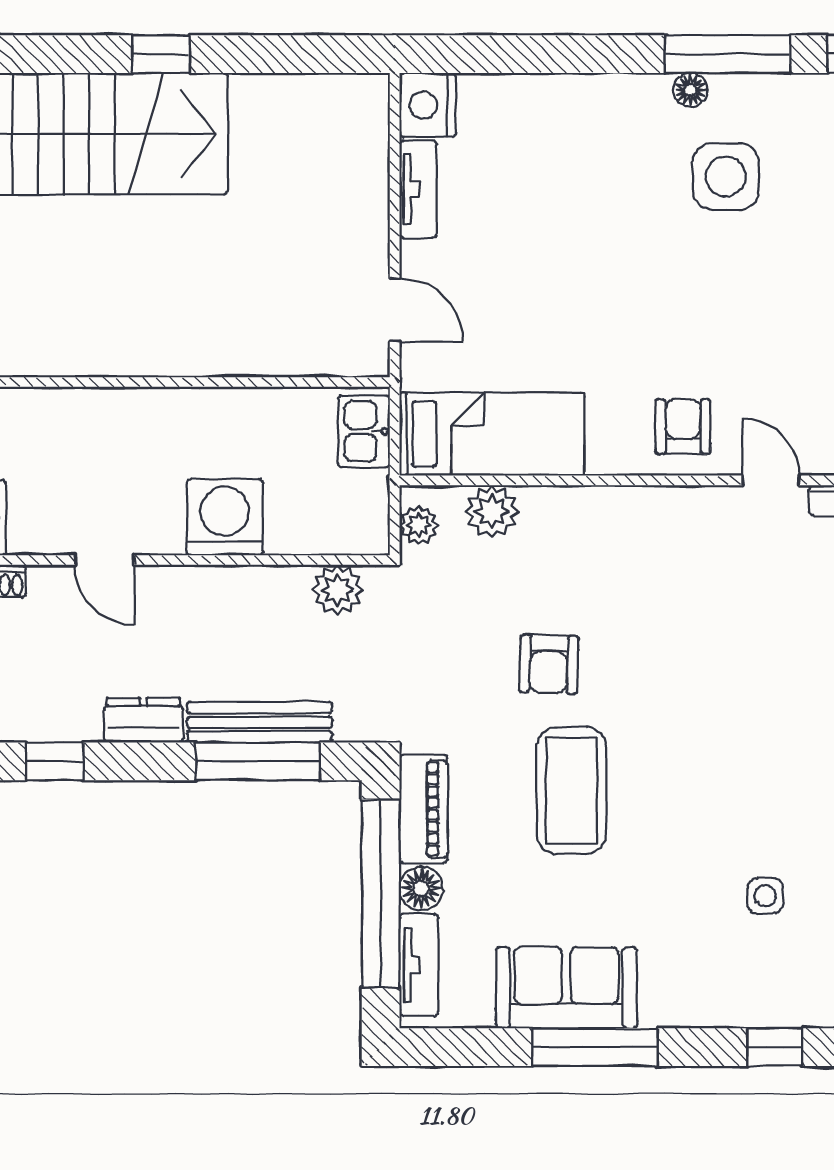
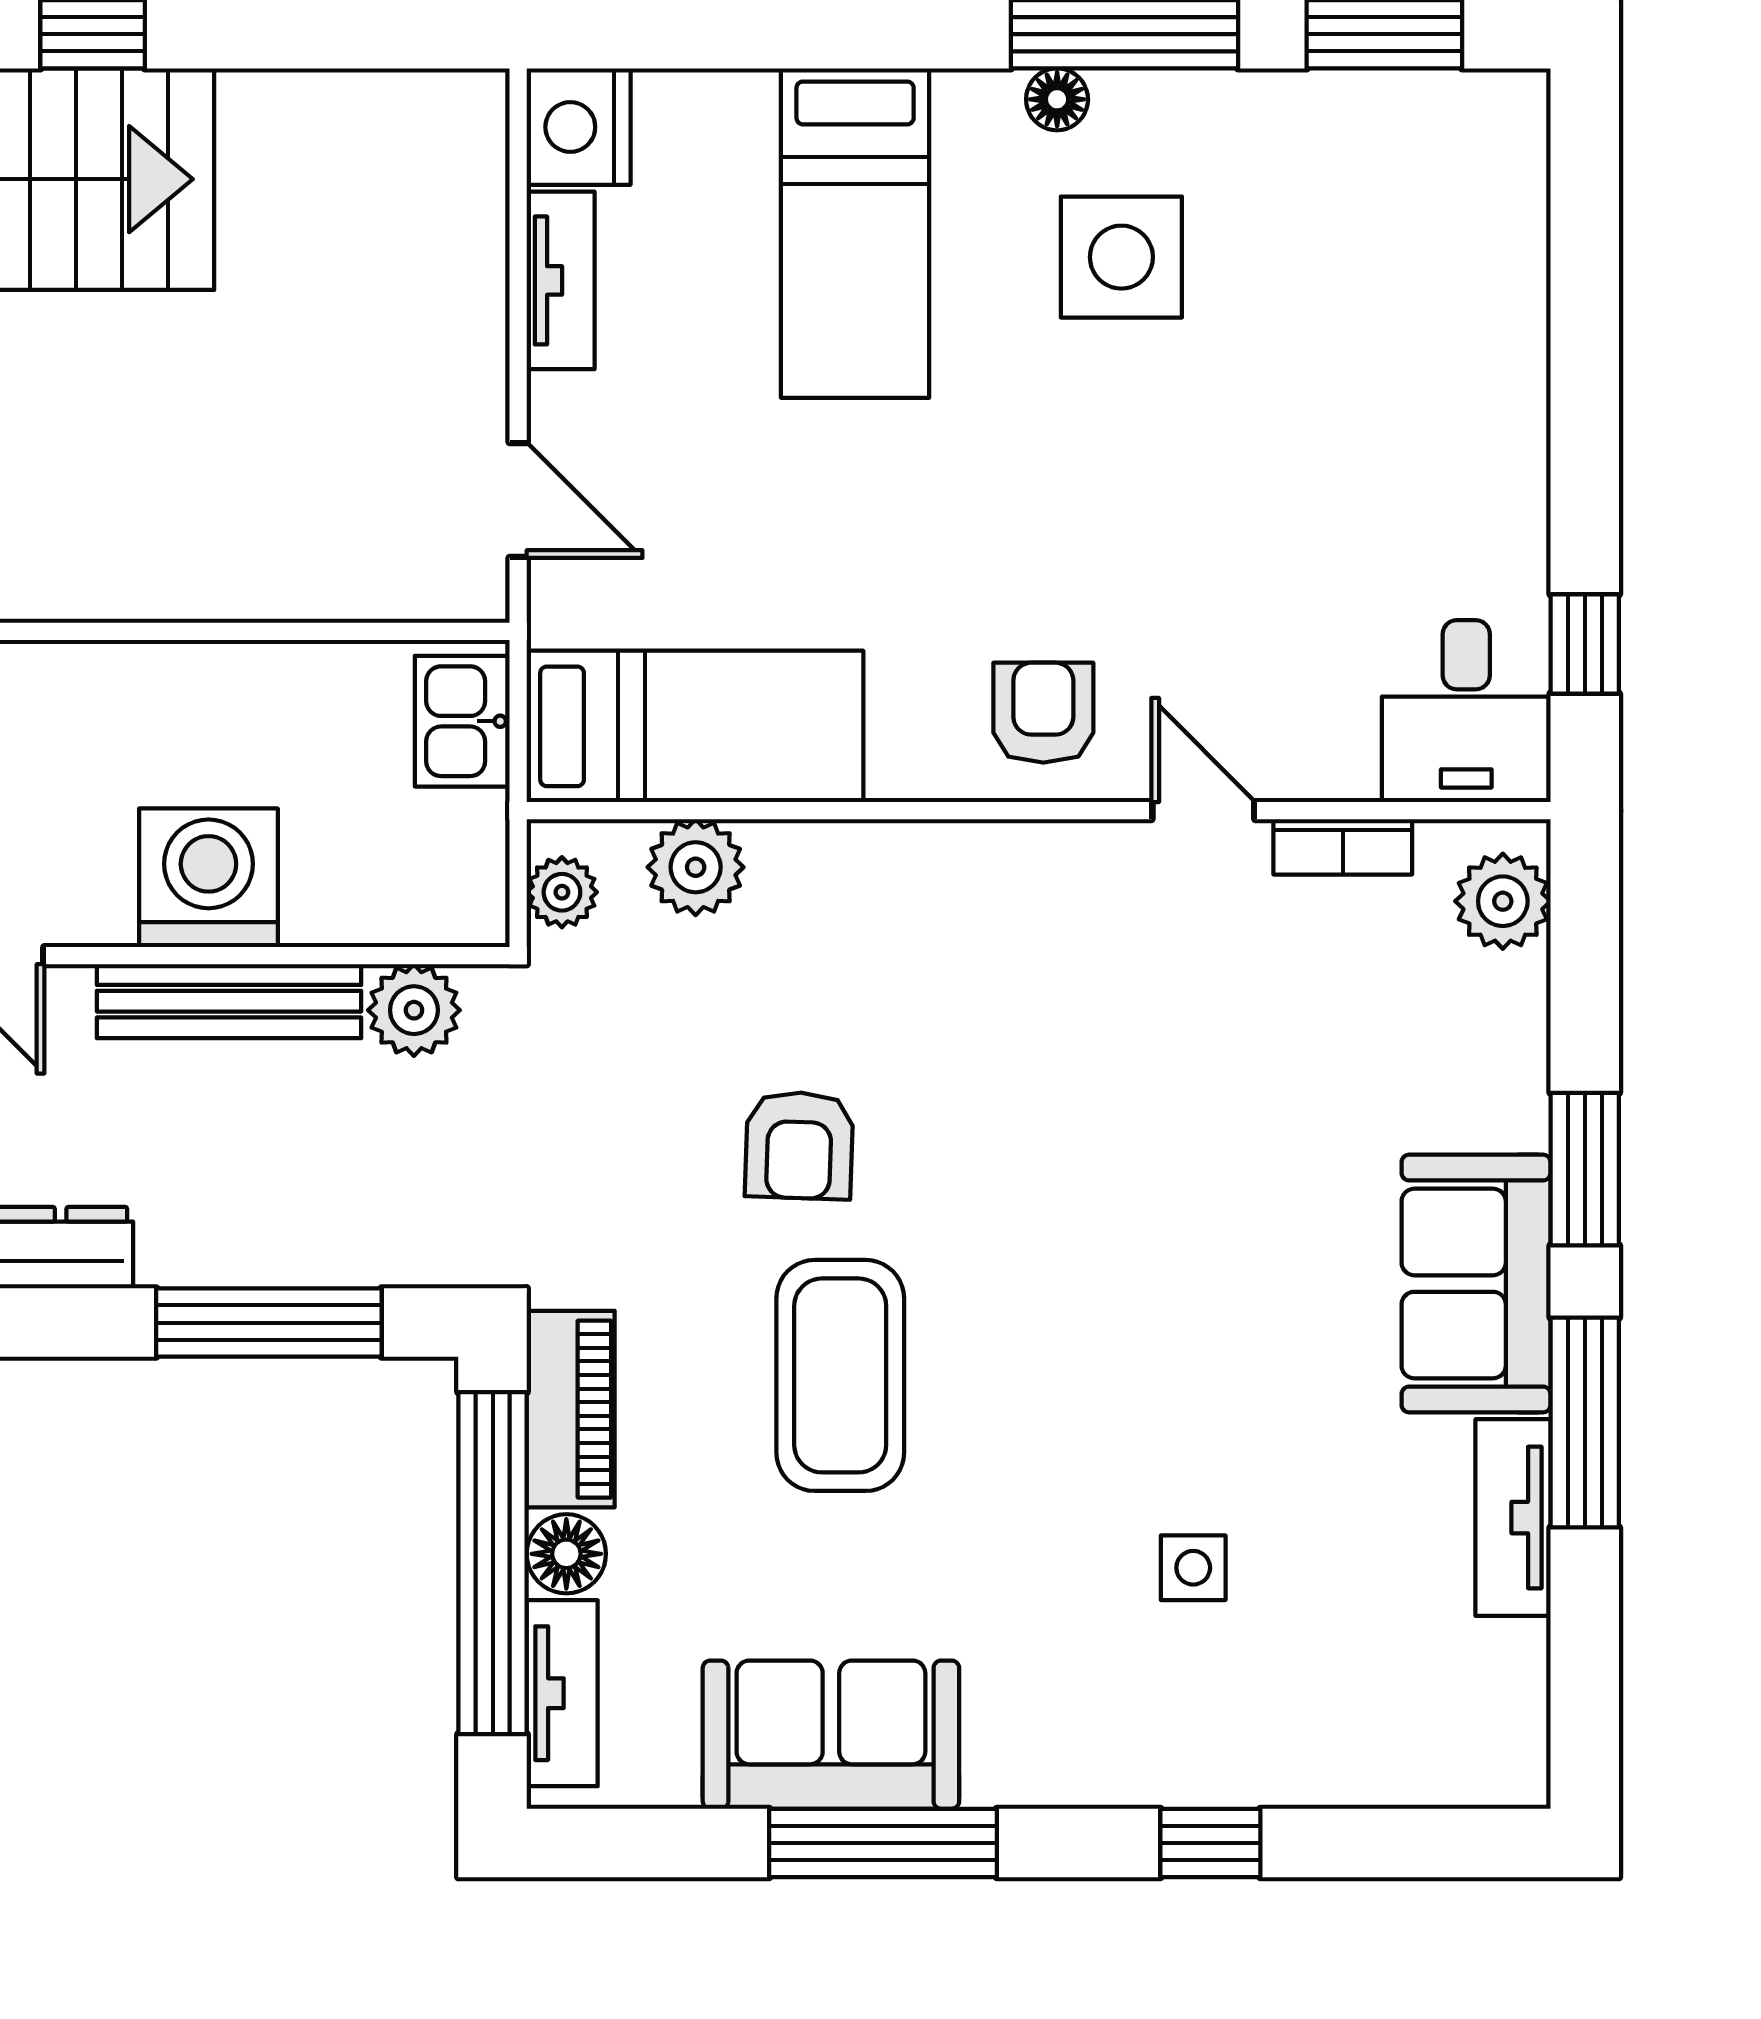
bed: (580, 163) -> (855, 233), added
bench: (260, 722) -> (229, 1001), moved

